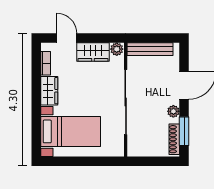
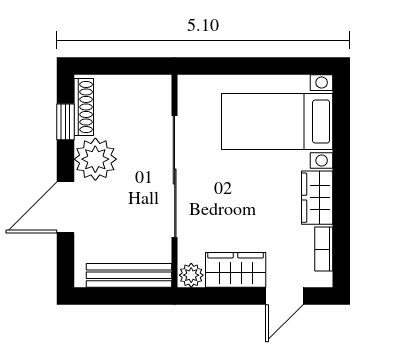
door: (67, 38) -> (284, 296), hinge flipped
plant: (173, 111) -> (95, 159), width x1.88, depth x1.88
window: (184, 131) -> (65, 122), width x0.67

